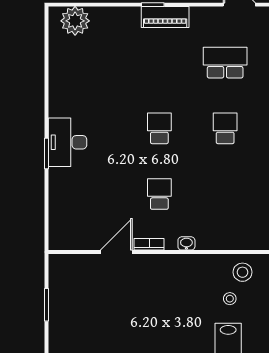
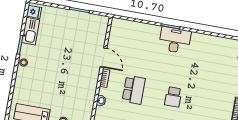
school desk: (159, 128) -> (173, 97), turned 90
school desk: (159, 194) -> (134, 90), width x1.85

